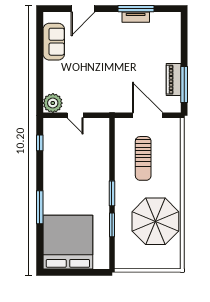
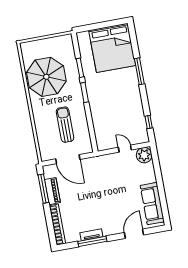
bookcase: (175, 37) -> (57, 225), added
sofa: (54, 42) -> (152, 204), width x1.36

